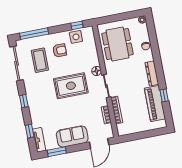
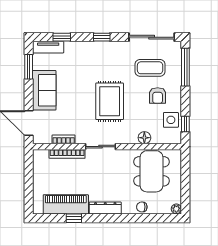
dining table: (117, 44) -> (152, 171), turned 90
floor lamp: (97, 71) -> (144, 138), moved

